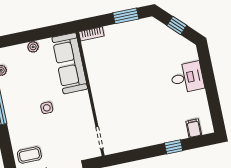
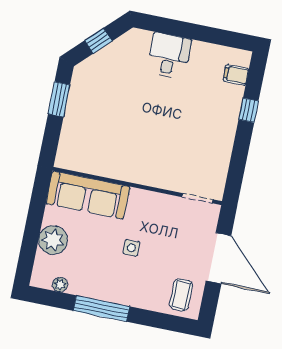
bookcase: (91, 34) -> (63, 152), removed
plant: (33, 47) -> (53, 240), width x1.88, depth x1.88

